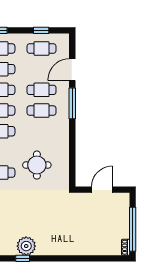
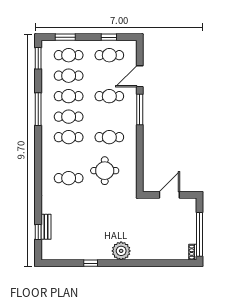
cafe table: (41, 111) -> (109, 137), moved
plant: (26, 246) -> (121, 251), moved

